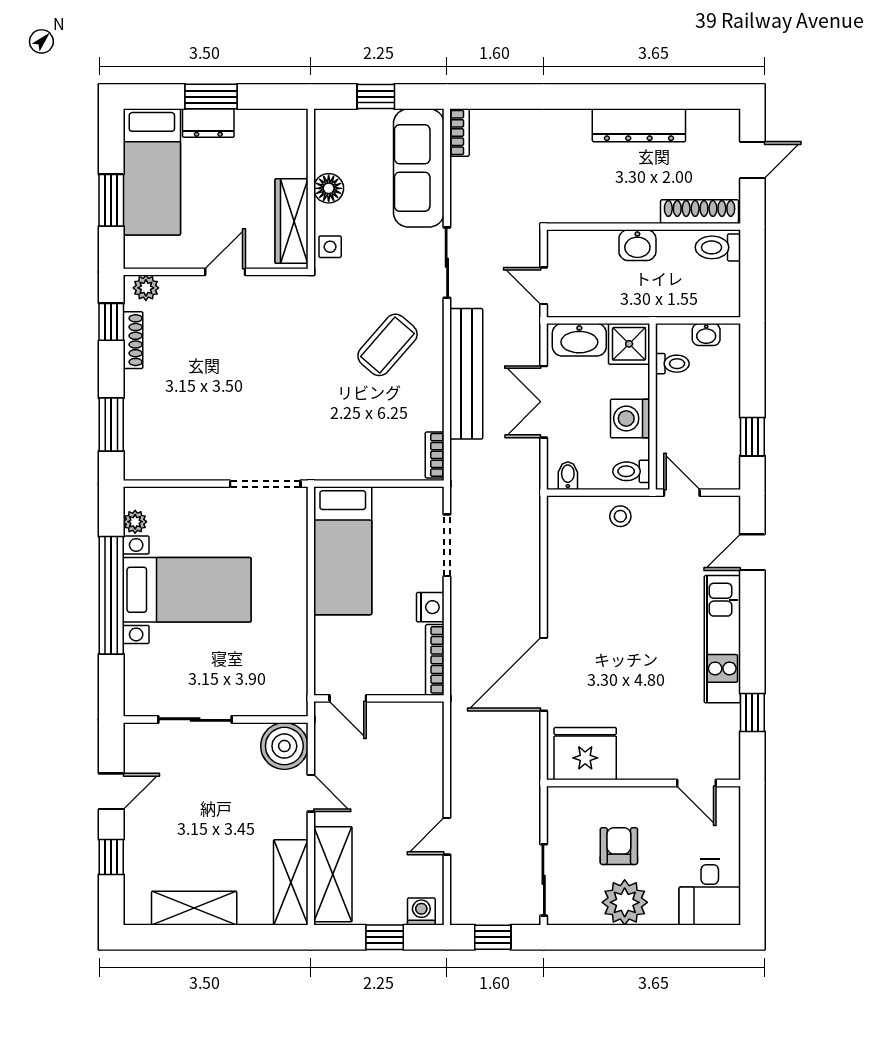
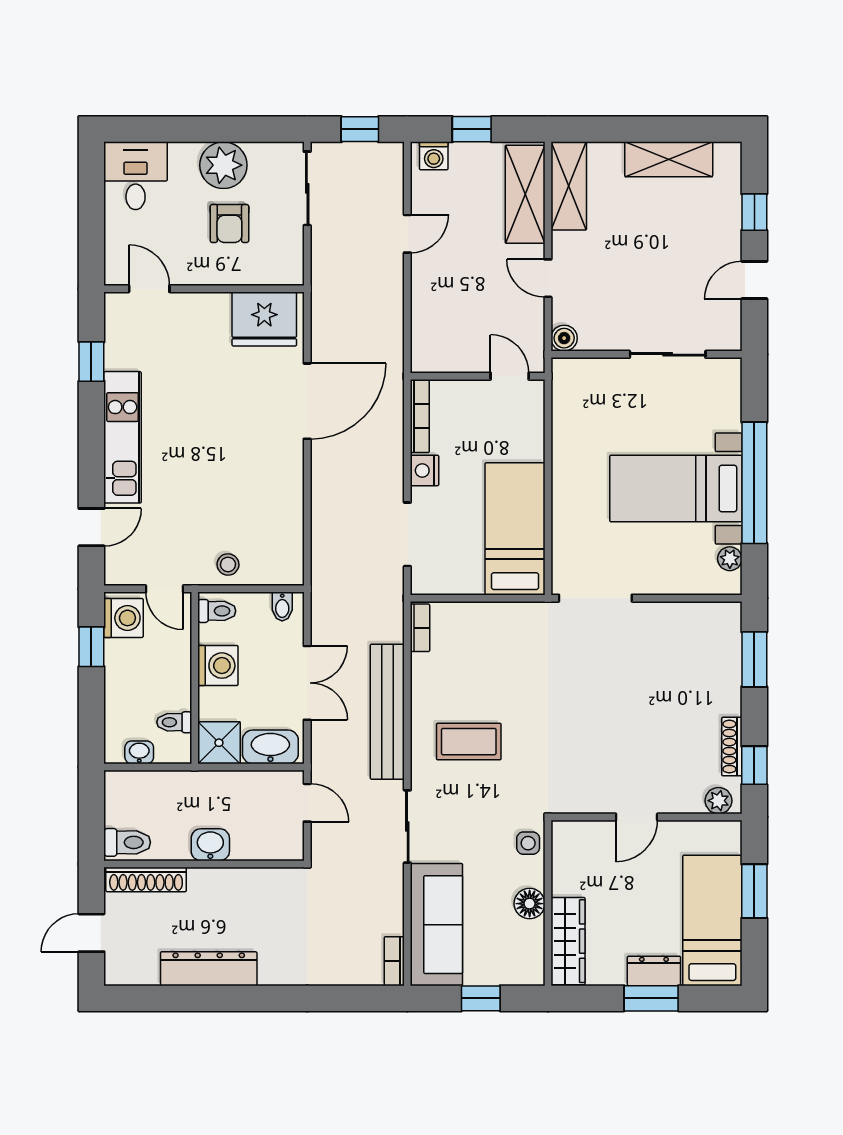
wardrobe: (291, 221) -> (568, 941), moved
coffee table: (387, 345) -> (469, 742), turned 49
washing machine: (721, 464) -> (124, 618), added
boiler: (284, 746) -> (564, 338), width x0.54, depth x0.54

